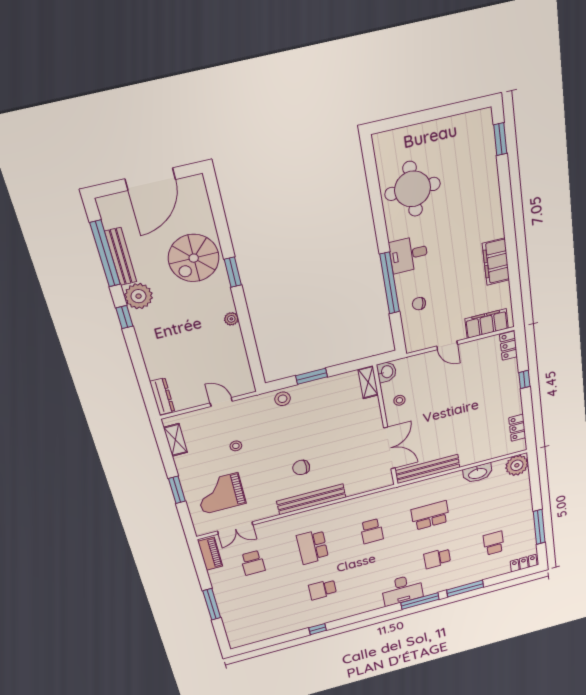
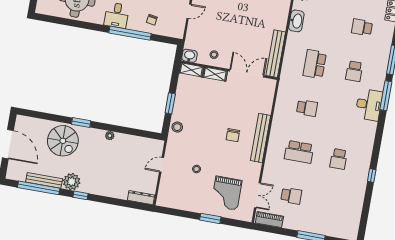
shelving: (175, 440) -> (215, 74), moved

